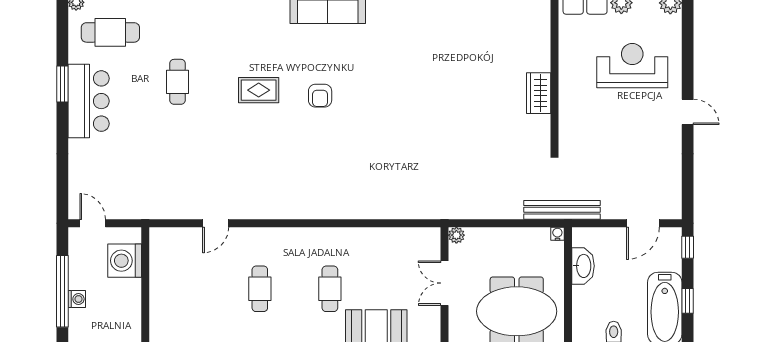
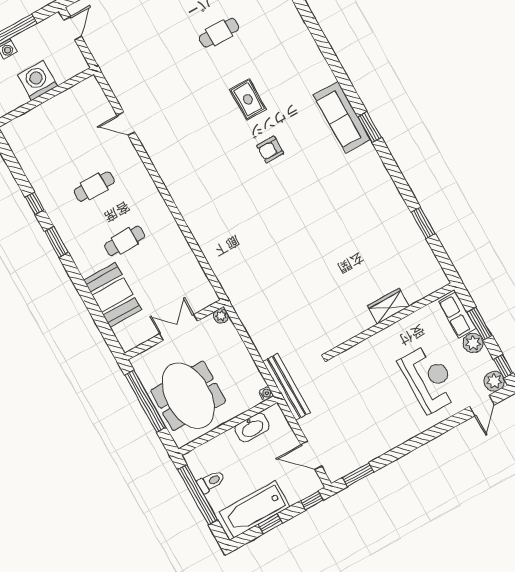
wardrobe: (539, 93) -> (388, 306), moved
door: (688, 112) -> (482, 406), moved
window: (688, 188) -> (358, 475), added
washing machine: (125, 261) -> (37, 81), moved

